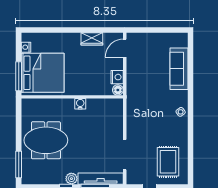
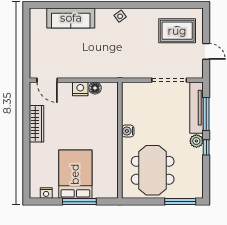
wardrobe: (92, 39) -> (37, 124), width x1.50
bed: (43, 73) -> (75, 174), width x0.73
wall: (72, 97) -> (120, 140), moved
water cooler: (80, 104) -> (128, 131), moved

